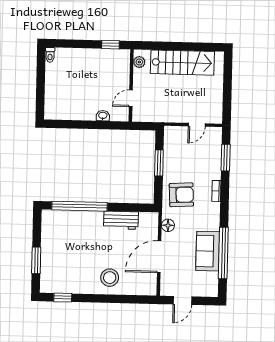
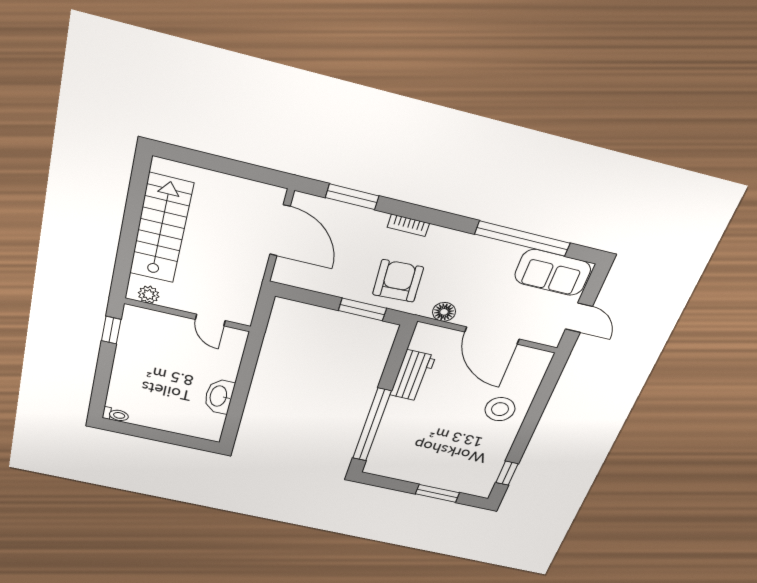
washbasin: (103, 116) -> (219, 396), moved, width x1.91, depth x1.45
door: (197, 125) -> (280, 230), width x1.87
window: (159, 163) -> (362, 309), moved
sofa: (208, 251) -> (553, 272), moved

